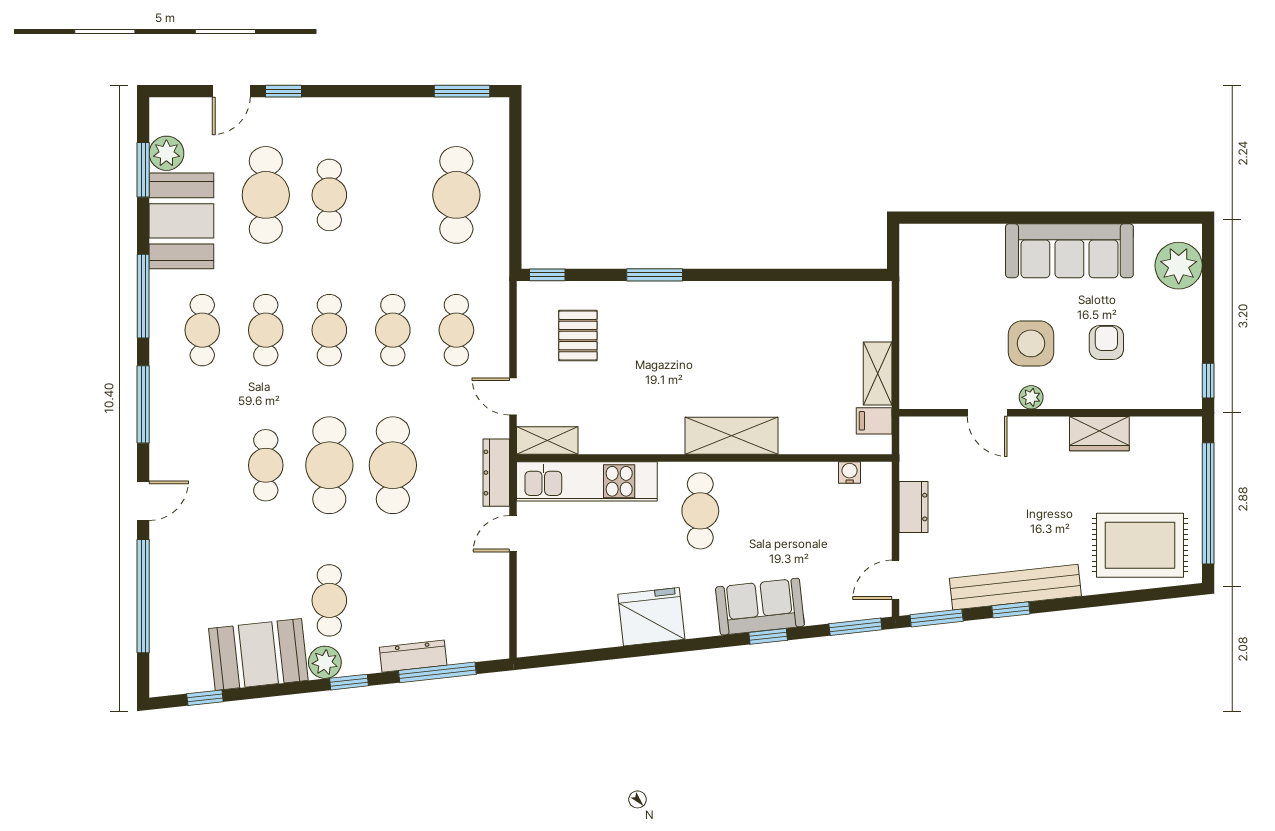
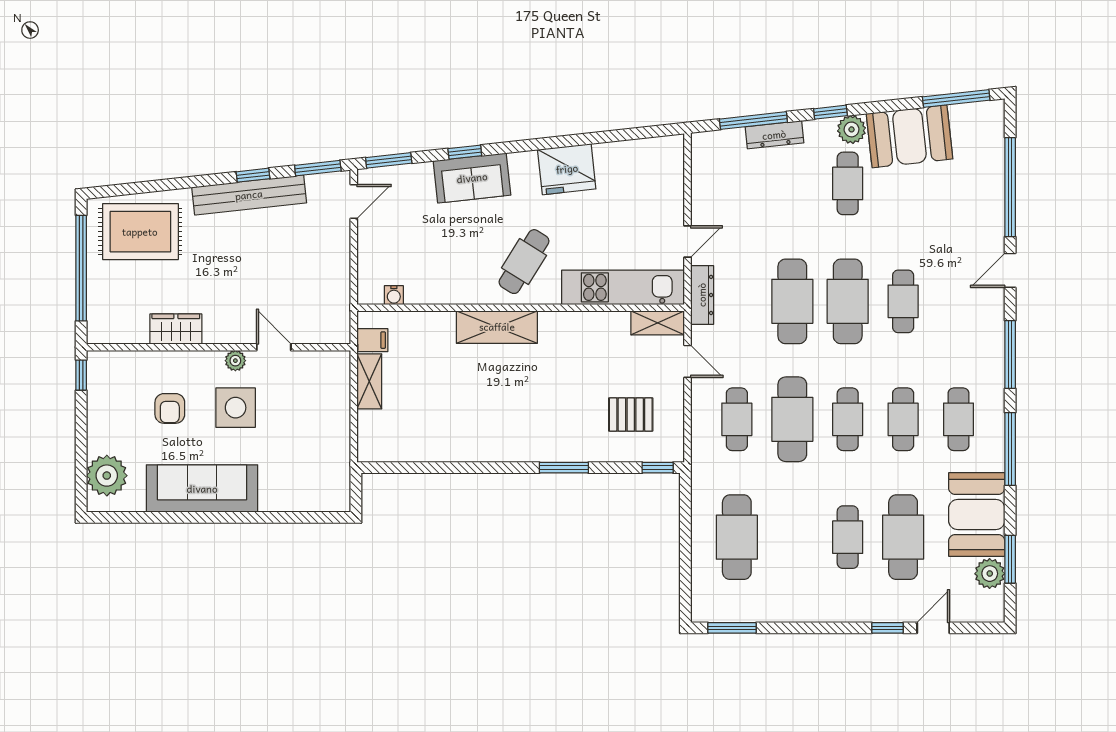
cafe table: (393, 330) -> (792, 419), width x1.37, depth x1.35
pallet: (578, 336) -> (631, 415), turned 90
dresser: (914, 507) -> (338, 265), removed
cafe table: (700, 511) -> (524, 262), turned 32
window: (205, 698) -> (956, 98), width x2.17

